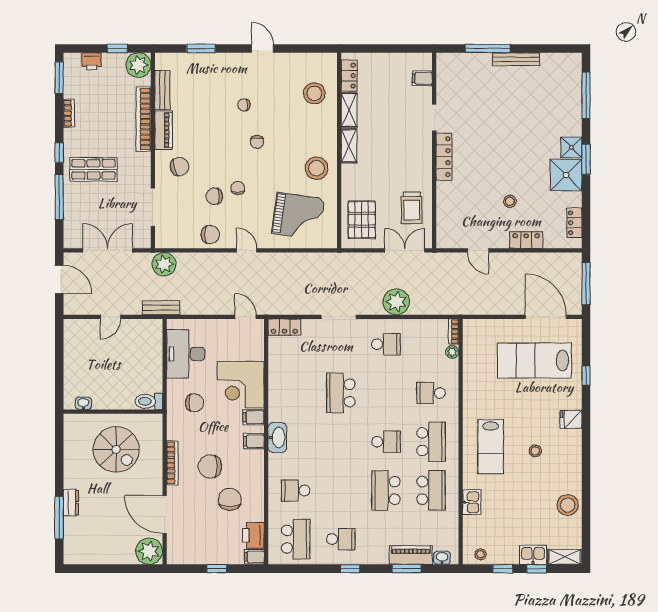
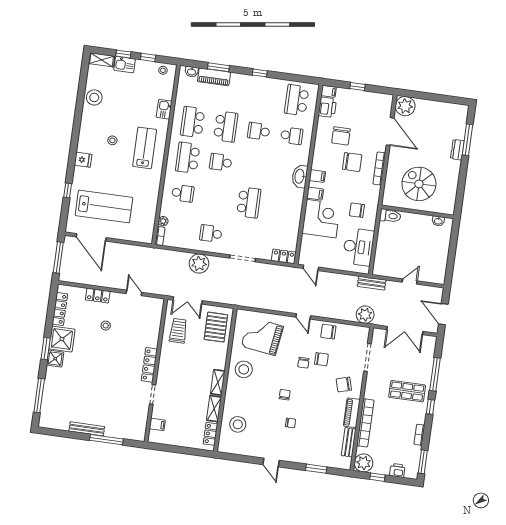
locker: (574, 223) -> (60, 309), width x1.53
school desk: (341, 539) -> (259, 131), moved

